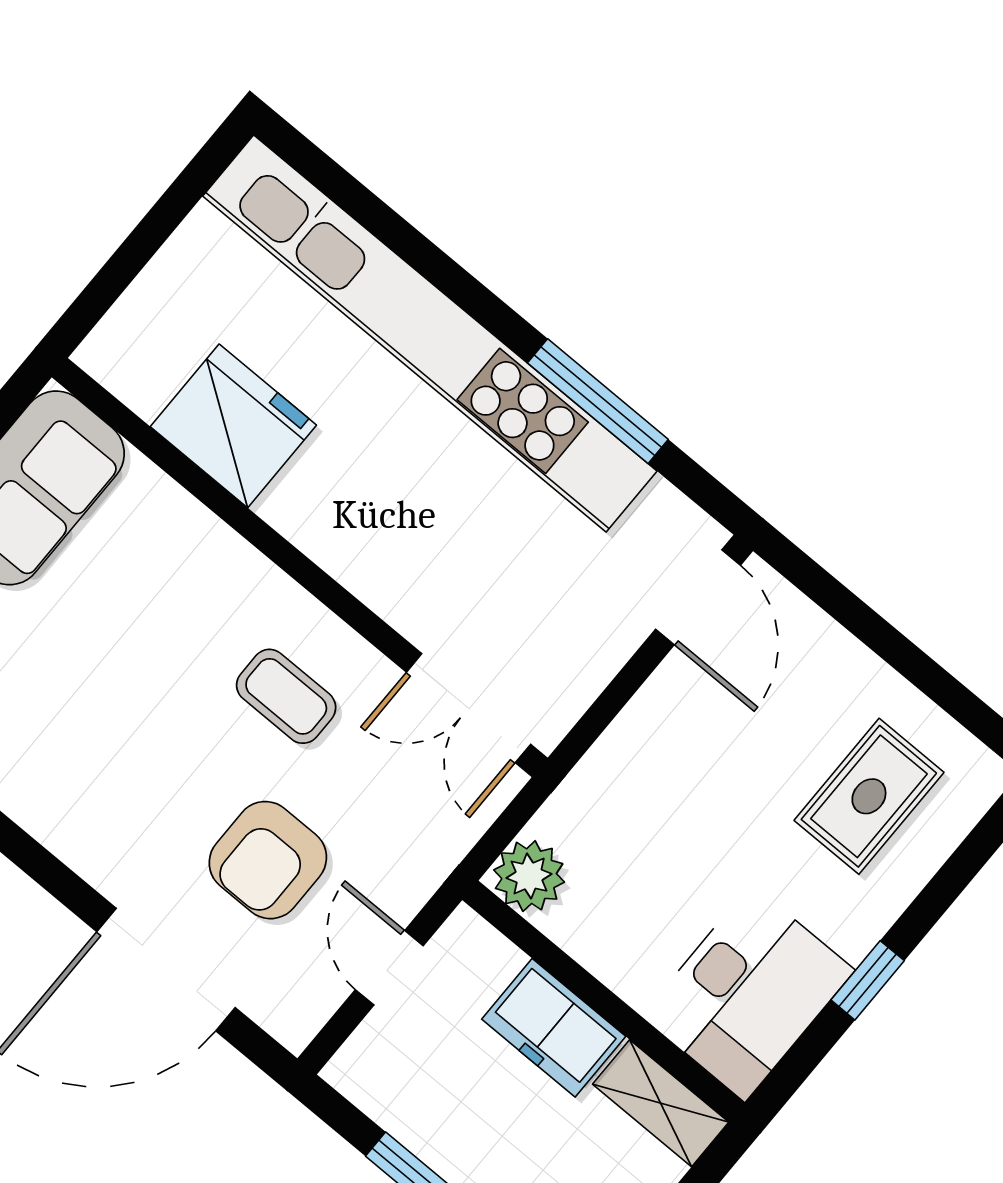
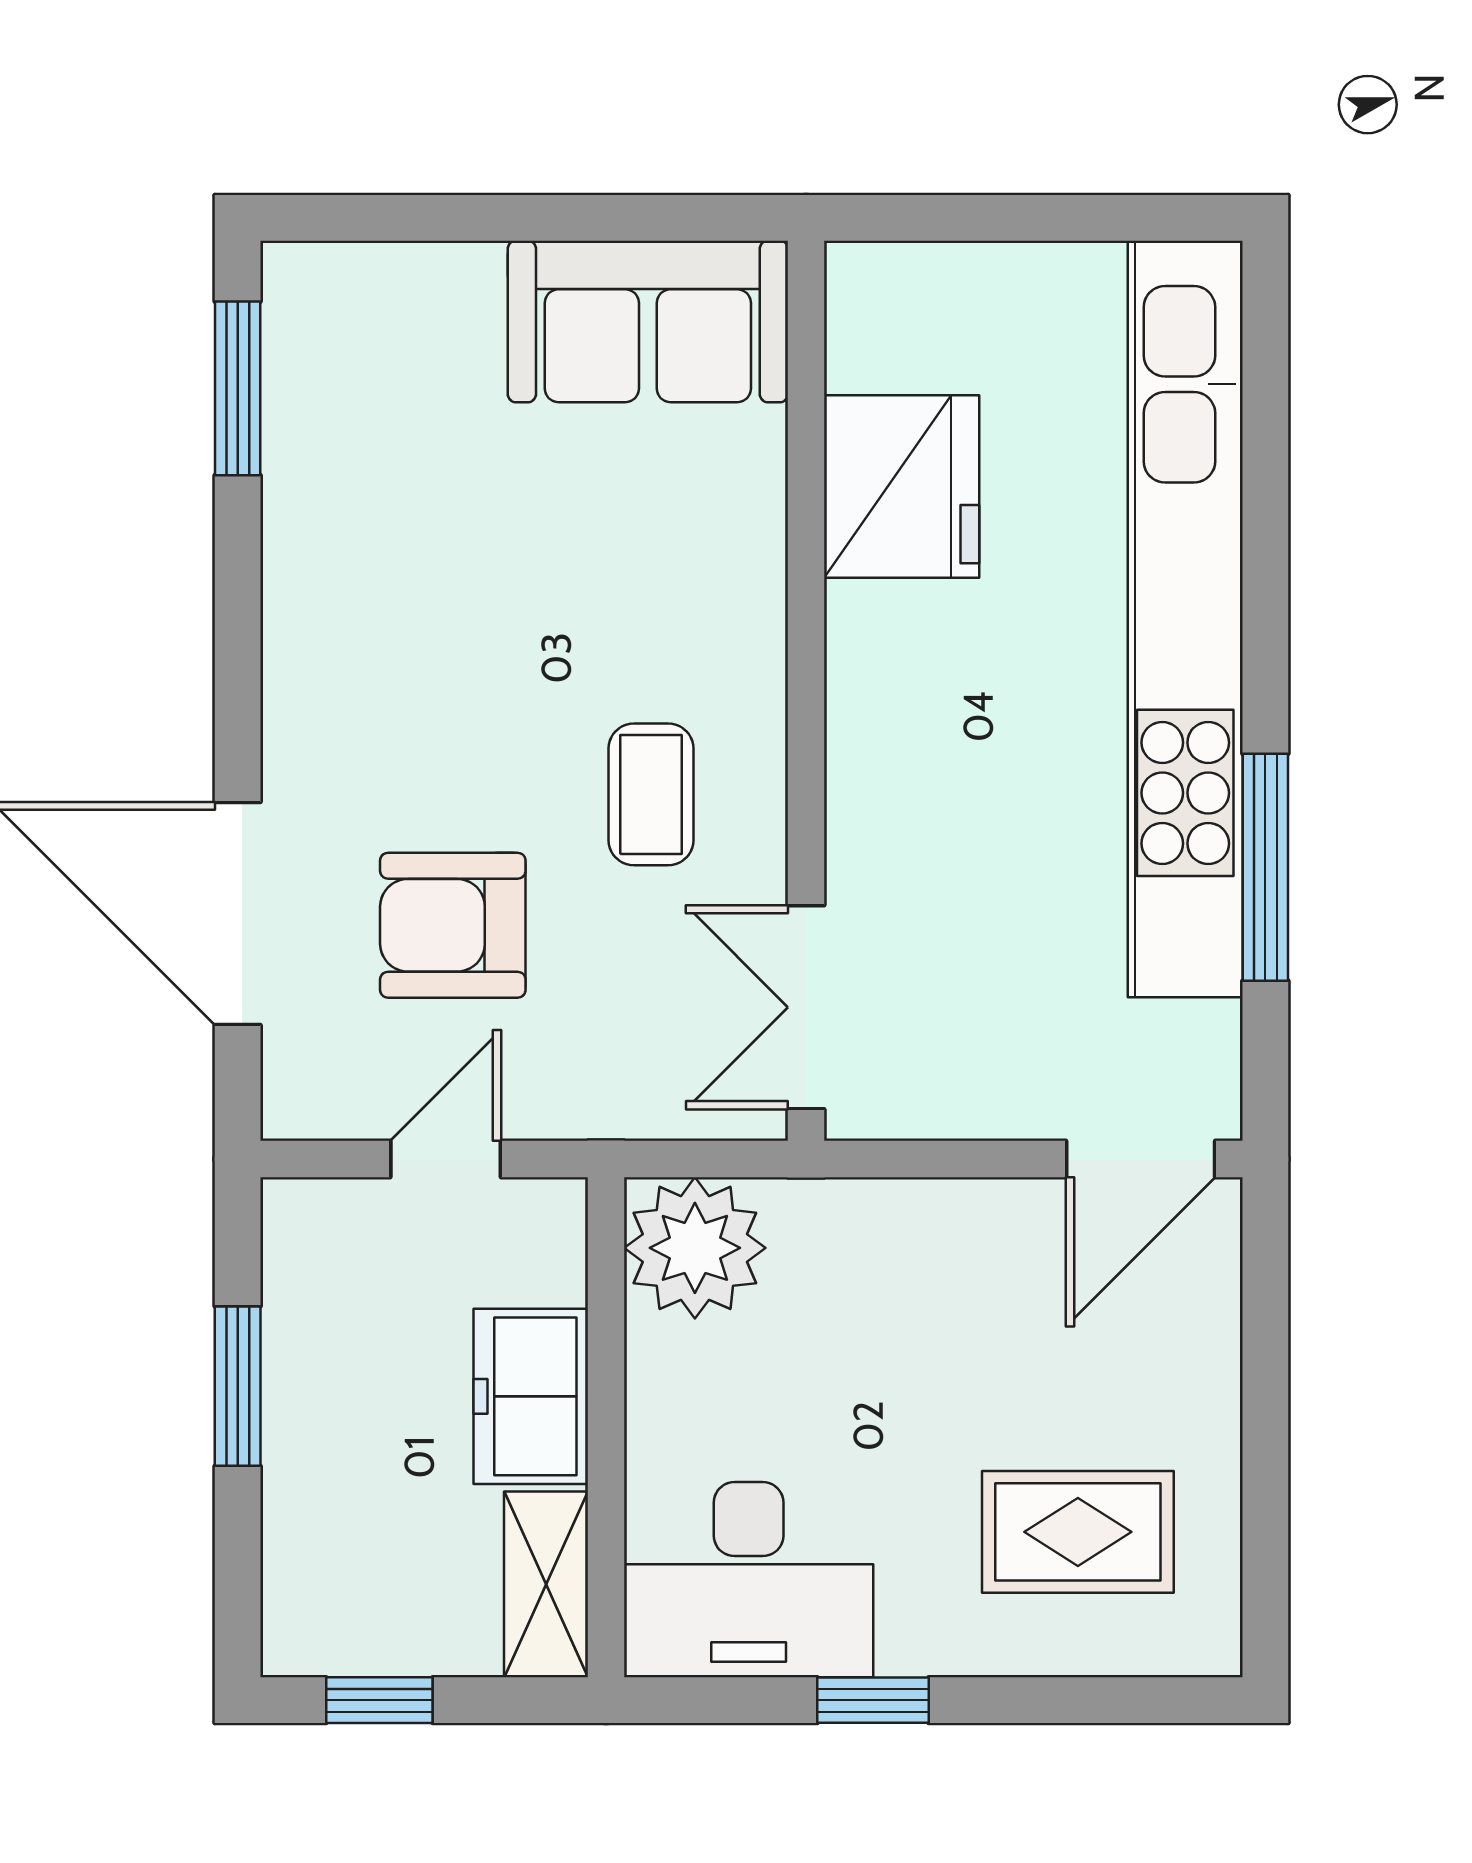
plant: (529, 876) -> (695, 1248), width x1.36, depth x1.36

